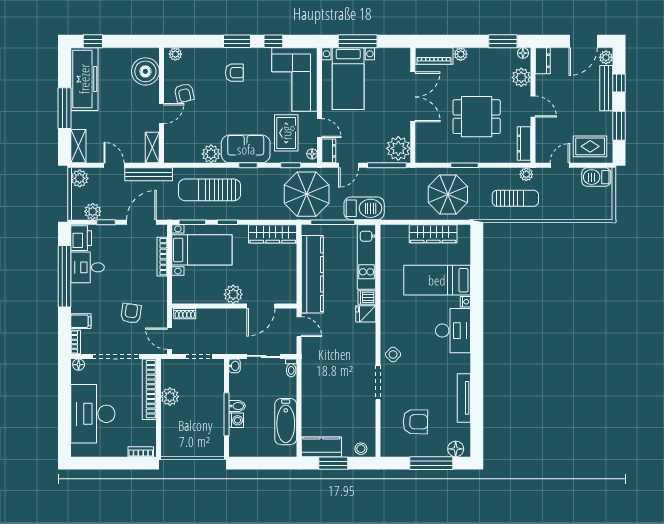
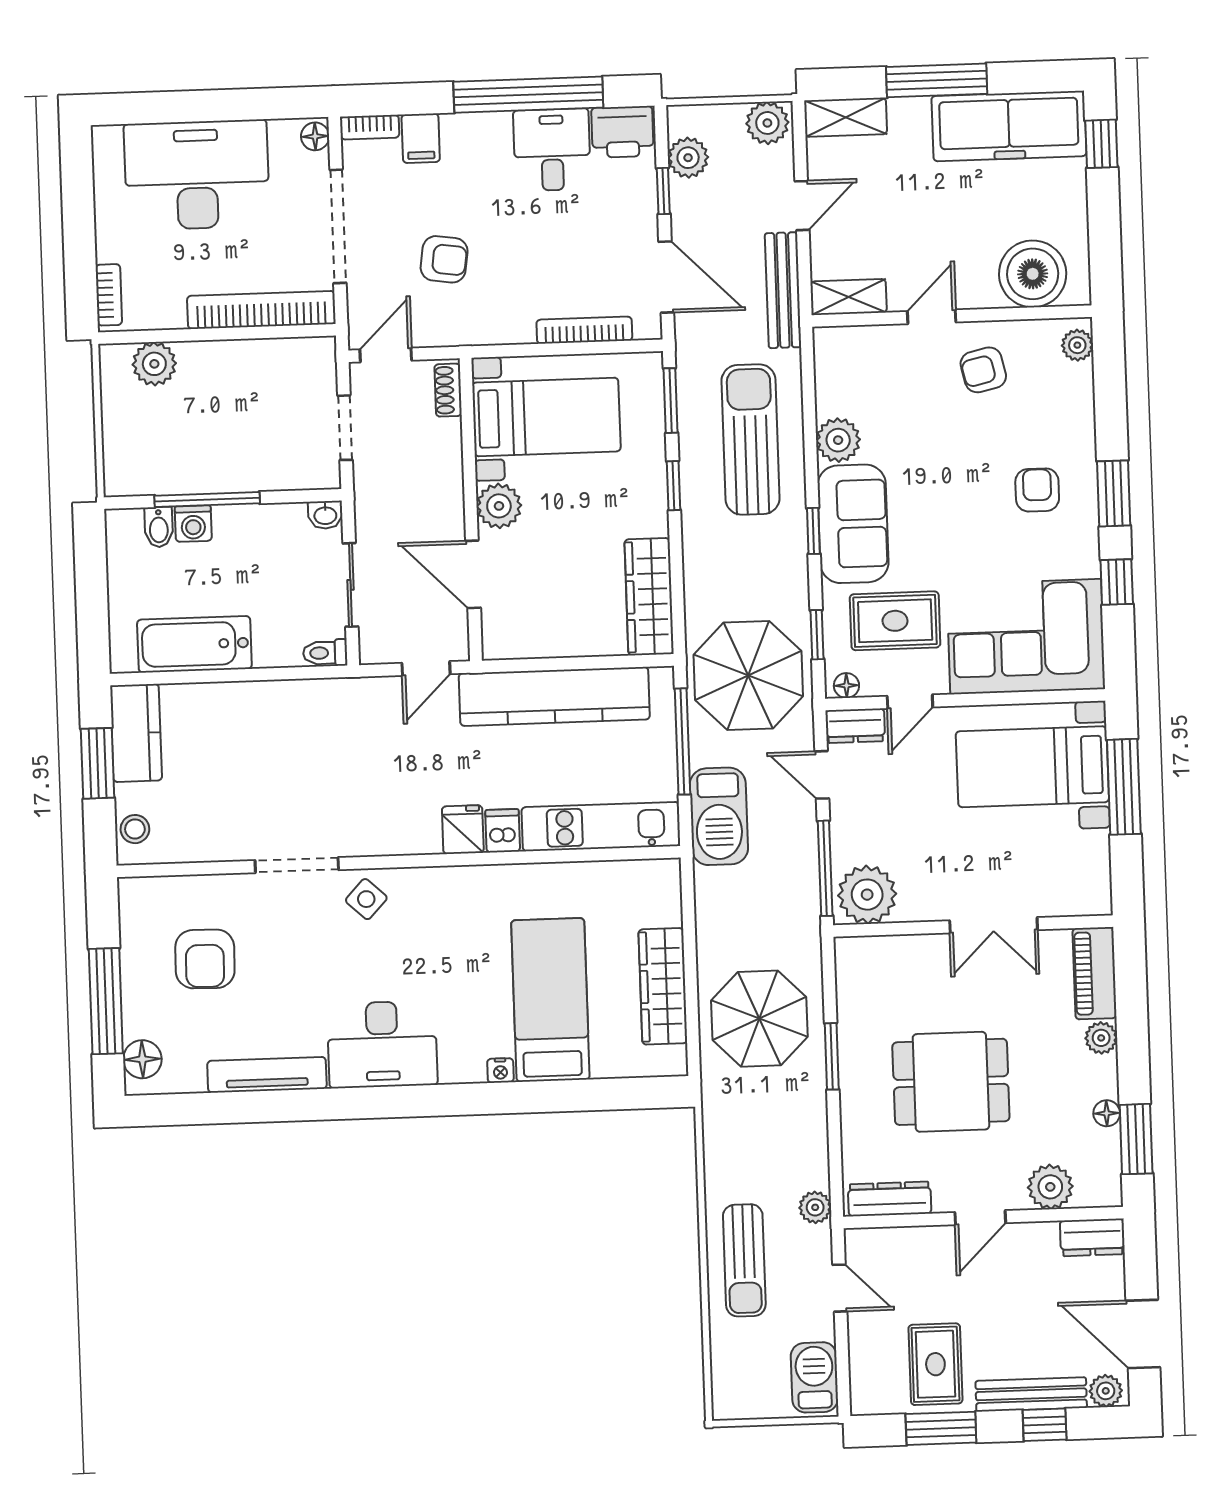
floor lamp: (523, 53) -> (1107, 1113), moved
armchair: (234, 73) -> (1037, 490), turned 180
double door: (413, 97) -> (994, 925), width x0.73
door: (162, 114) -> (932, 317), swing flipped
dining table: (477, 117) -> (951, 1082), turned 90
rug: (590, 146) -> (935, 1364), moved
sun lounger: (515, 198) -> (744, 1260), moved
bed with nightstands: (202, 250) -> (546, 417), moved, turned -90
desk: (453, 331) -> (382, 1044), moved
plant: (170, 397) -> (154, 364), moved
bidet: (237, 406) -> (159, 527), moved

